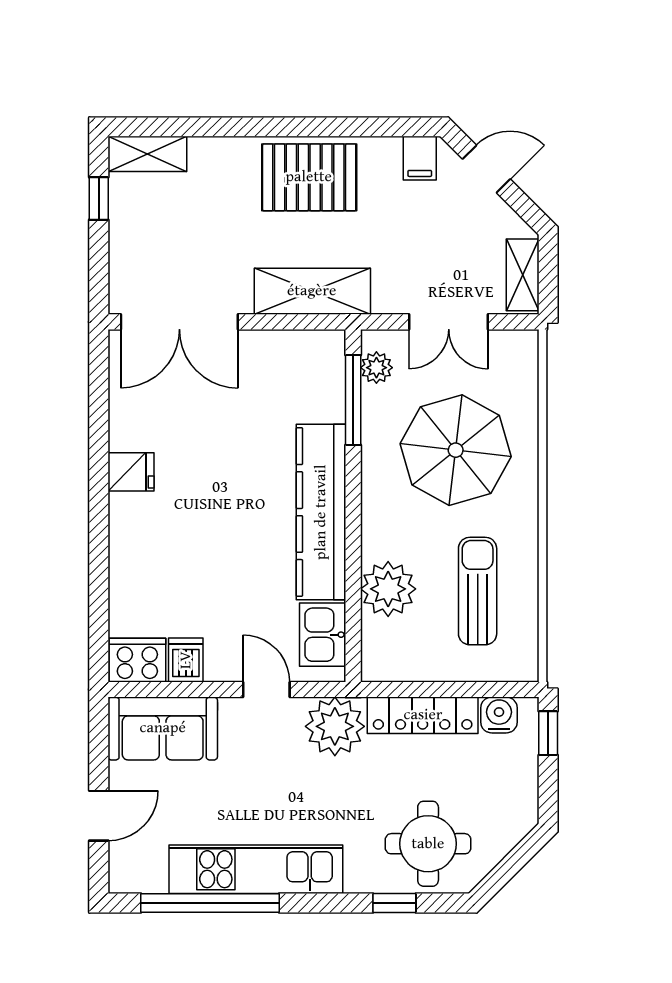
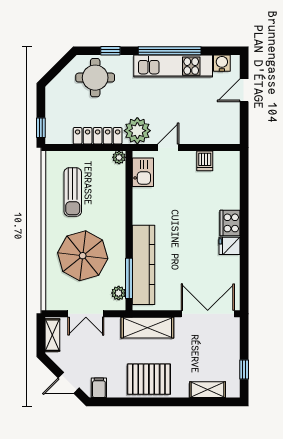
shelving: (147, 154) -> (208, 390), moved
double door: (449, 322) -> (86, 314), swing flipped
kitchen counter: (321, 512) -> (144, 265), moved
plant: (388, 589) -> (119, 157), moved, width x0.53, depth x0.53
cooker: (137, 660) -> (230, 223), moved, turned 90
door: (266, 689) -> (168, 147), swing flipped
water cooler: (499, 715) -> (222, 63), moved, turned 180
sofa: (163, 728) -> (215, 130), removed
window: (210, 903) -> (170, 51), moved

